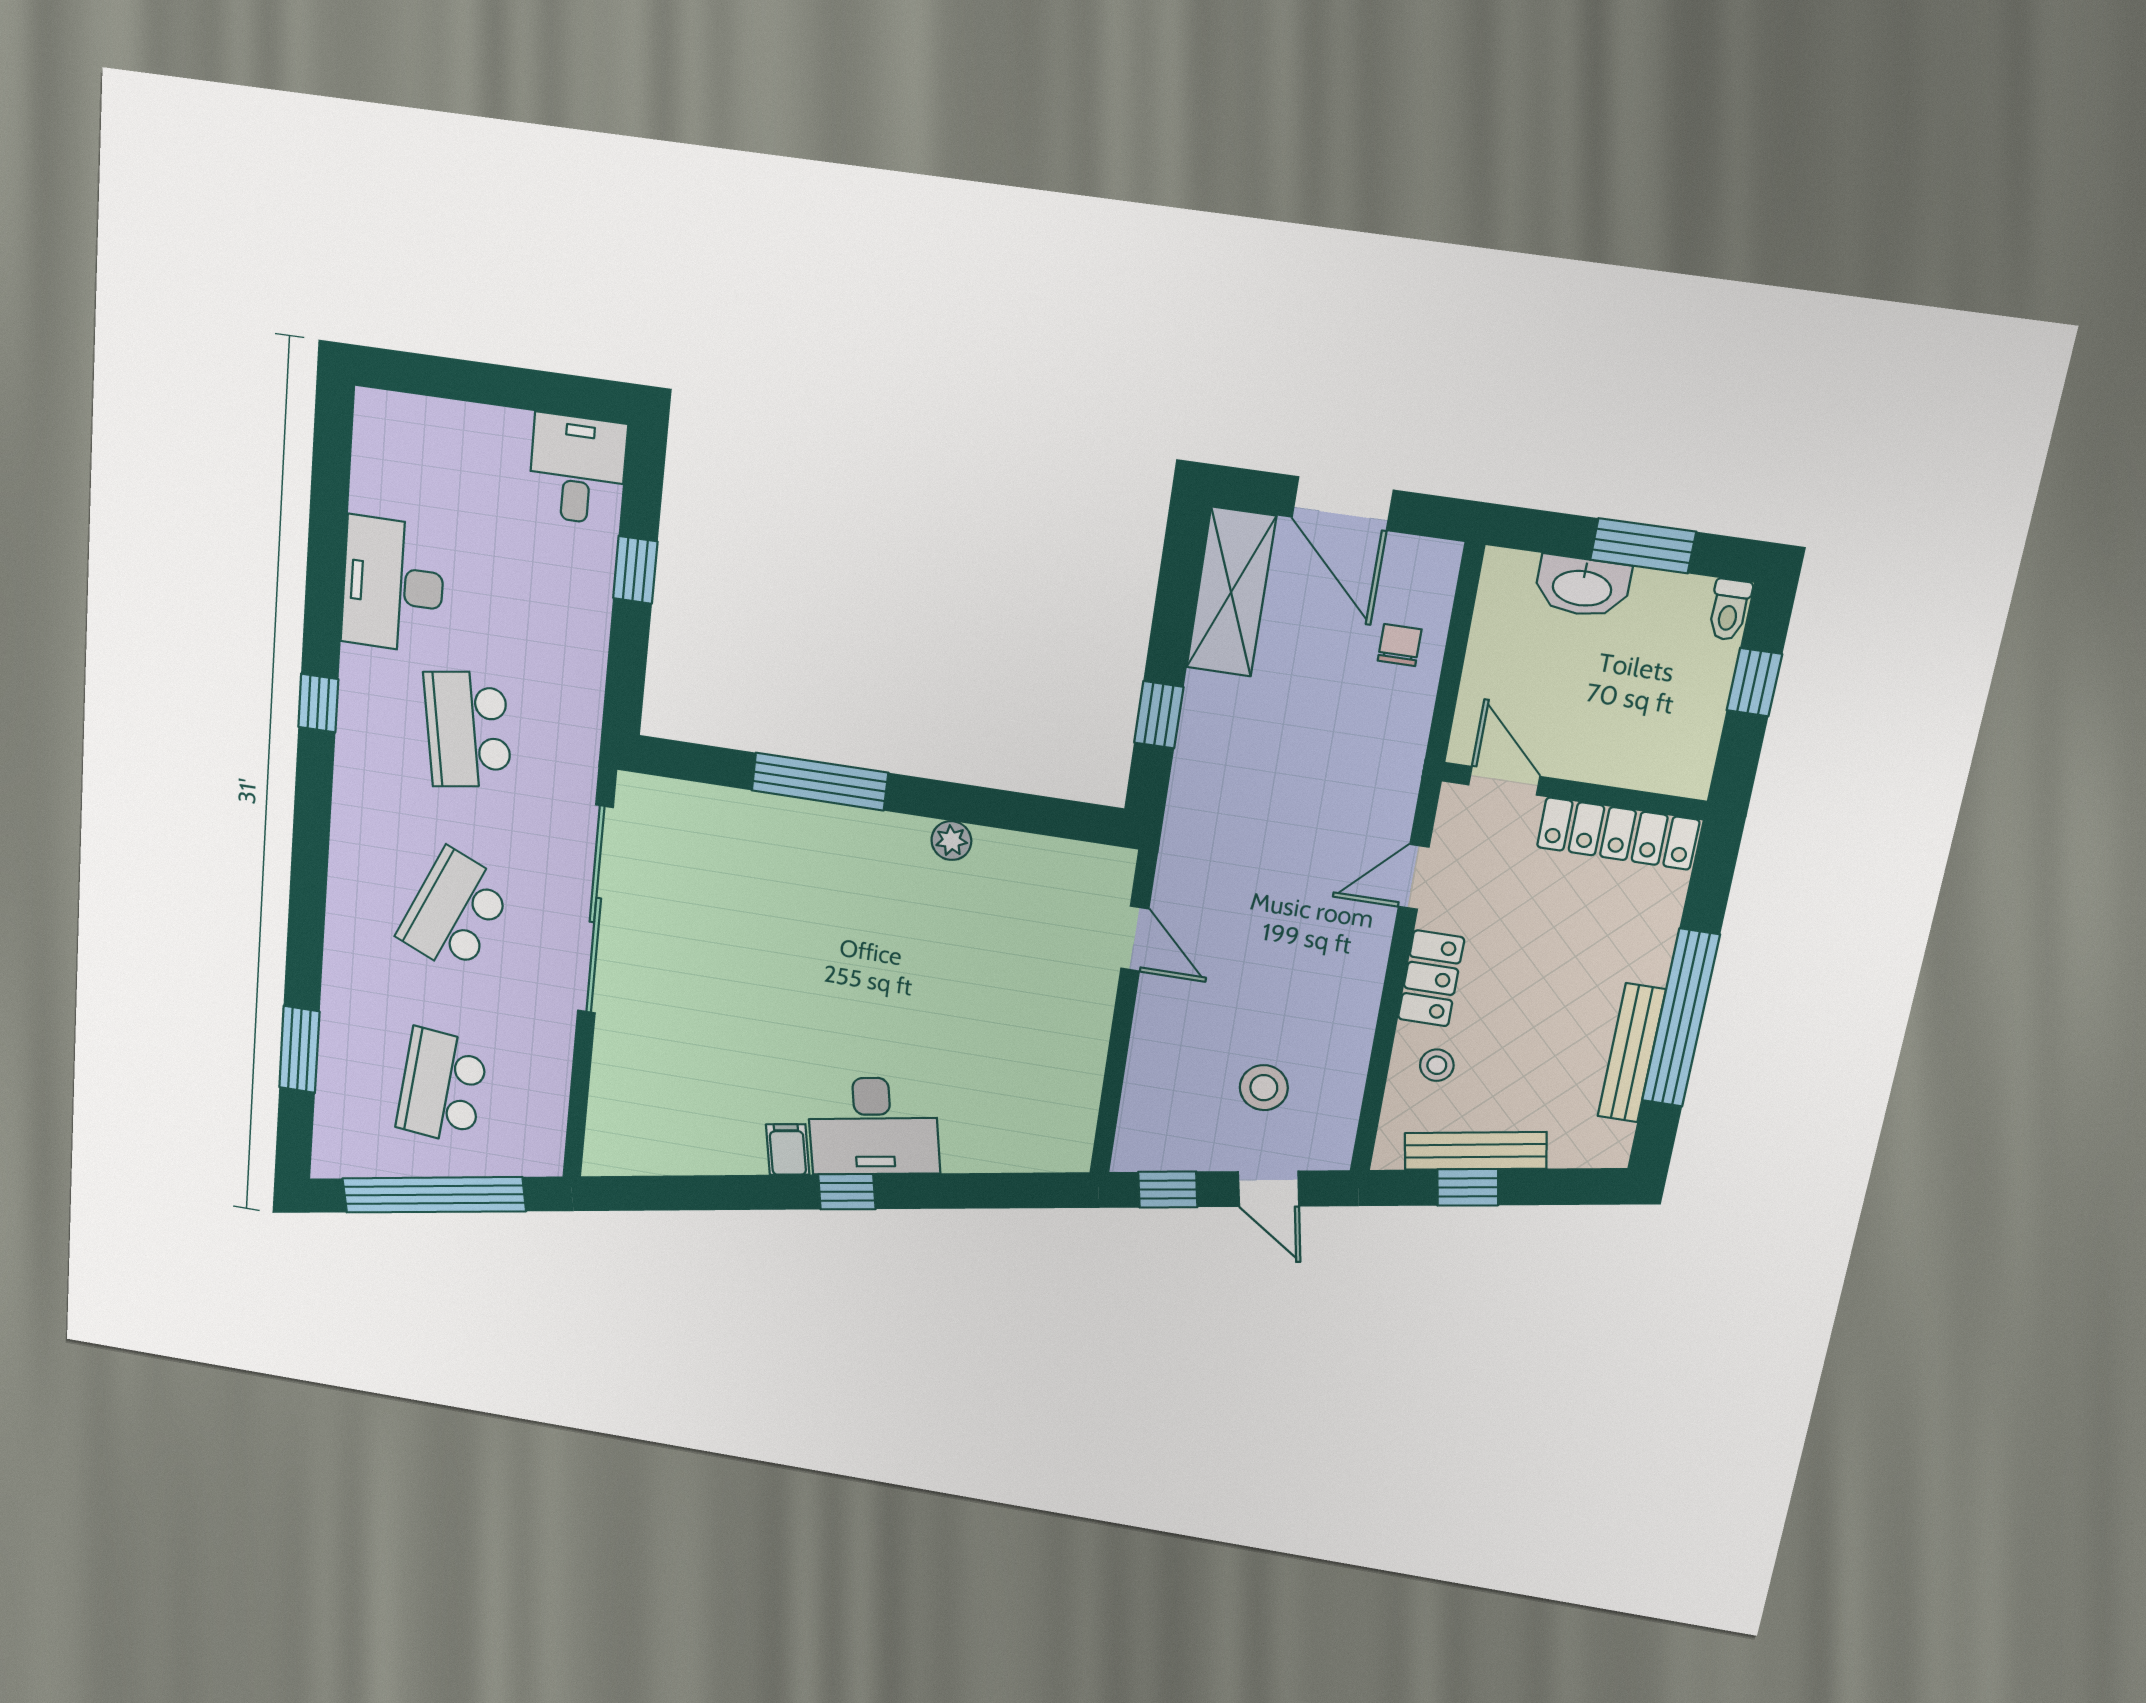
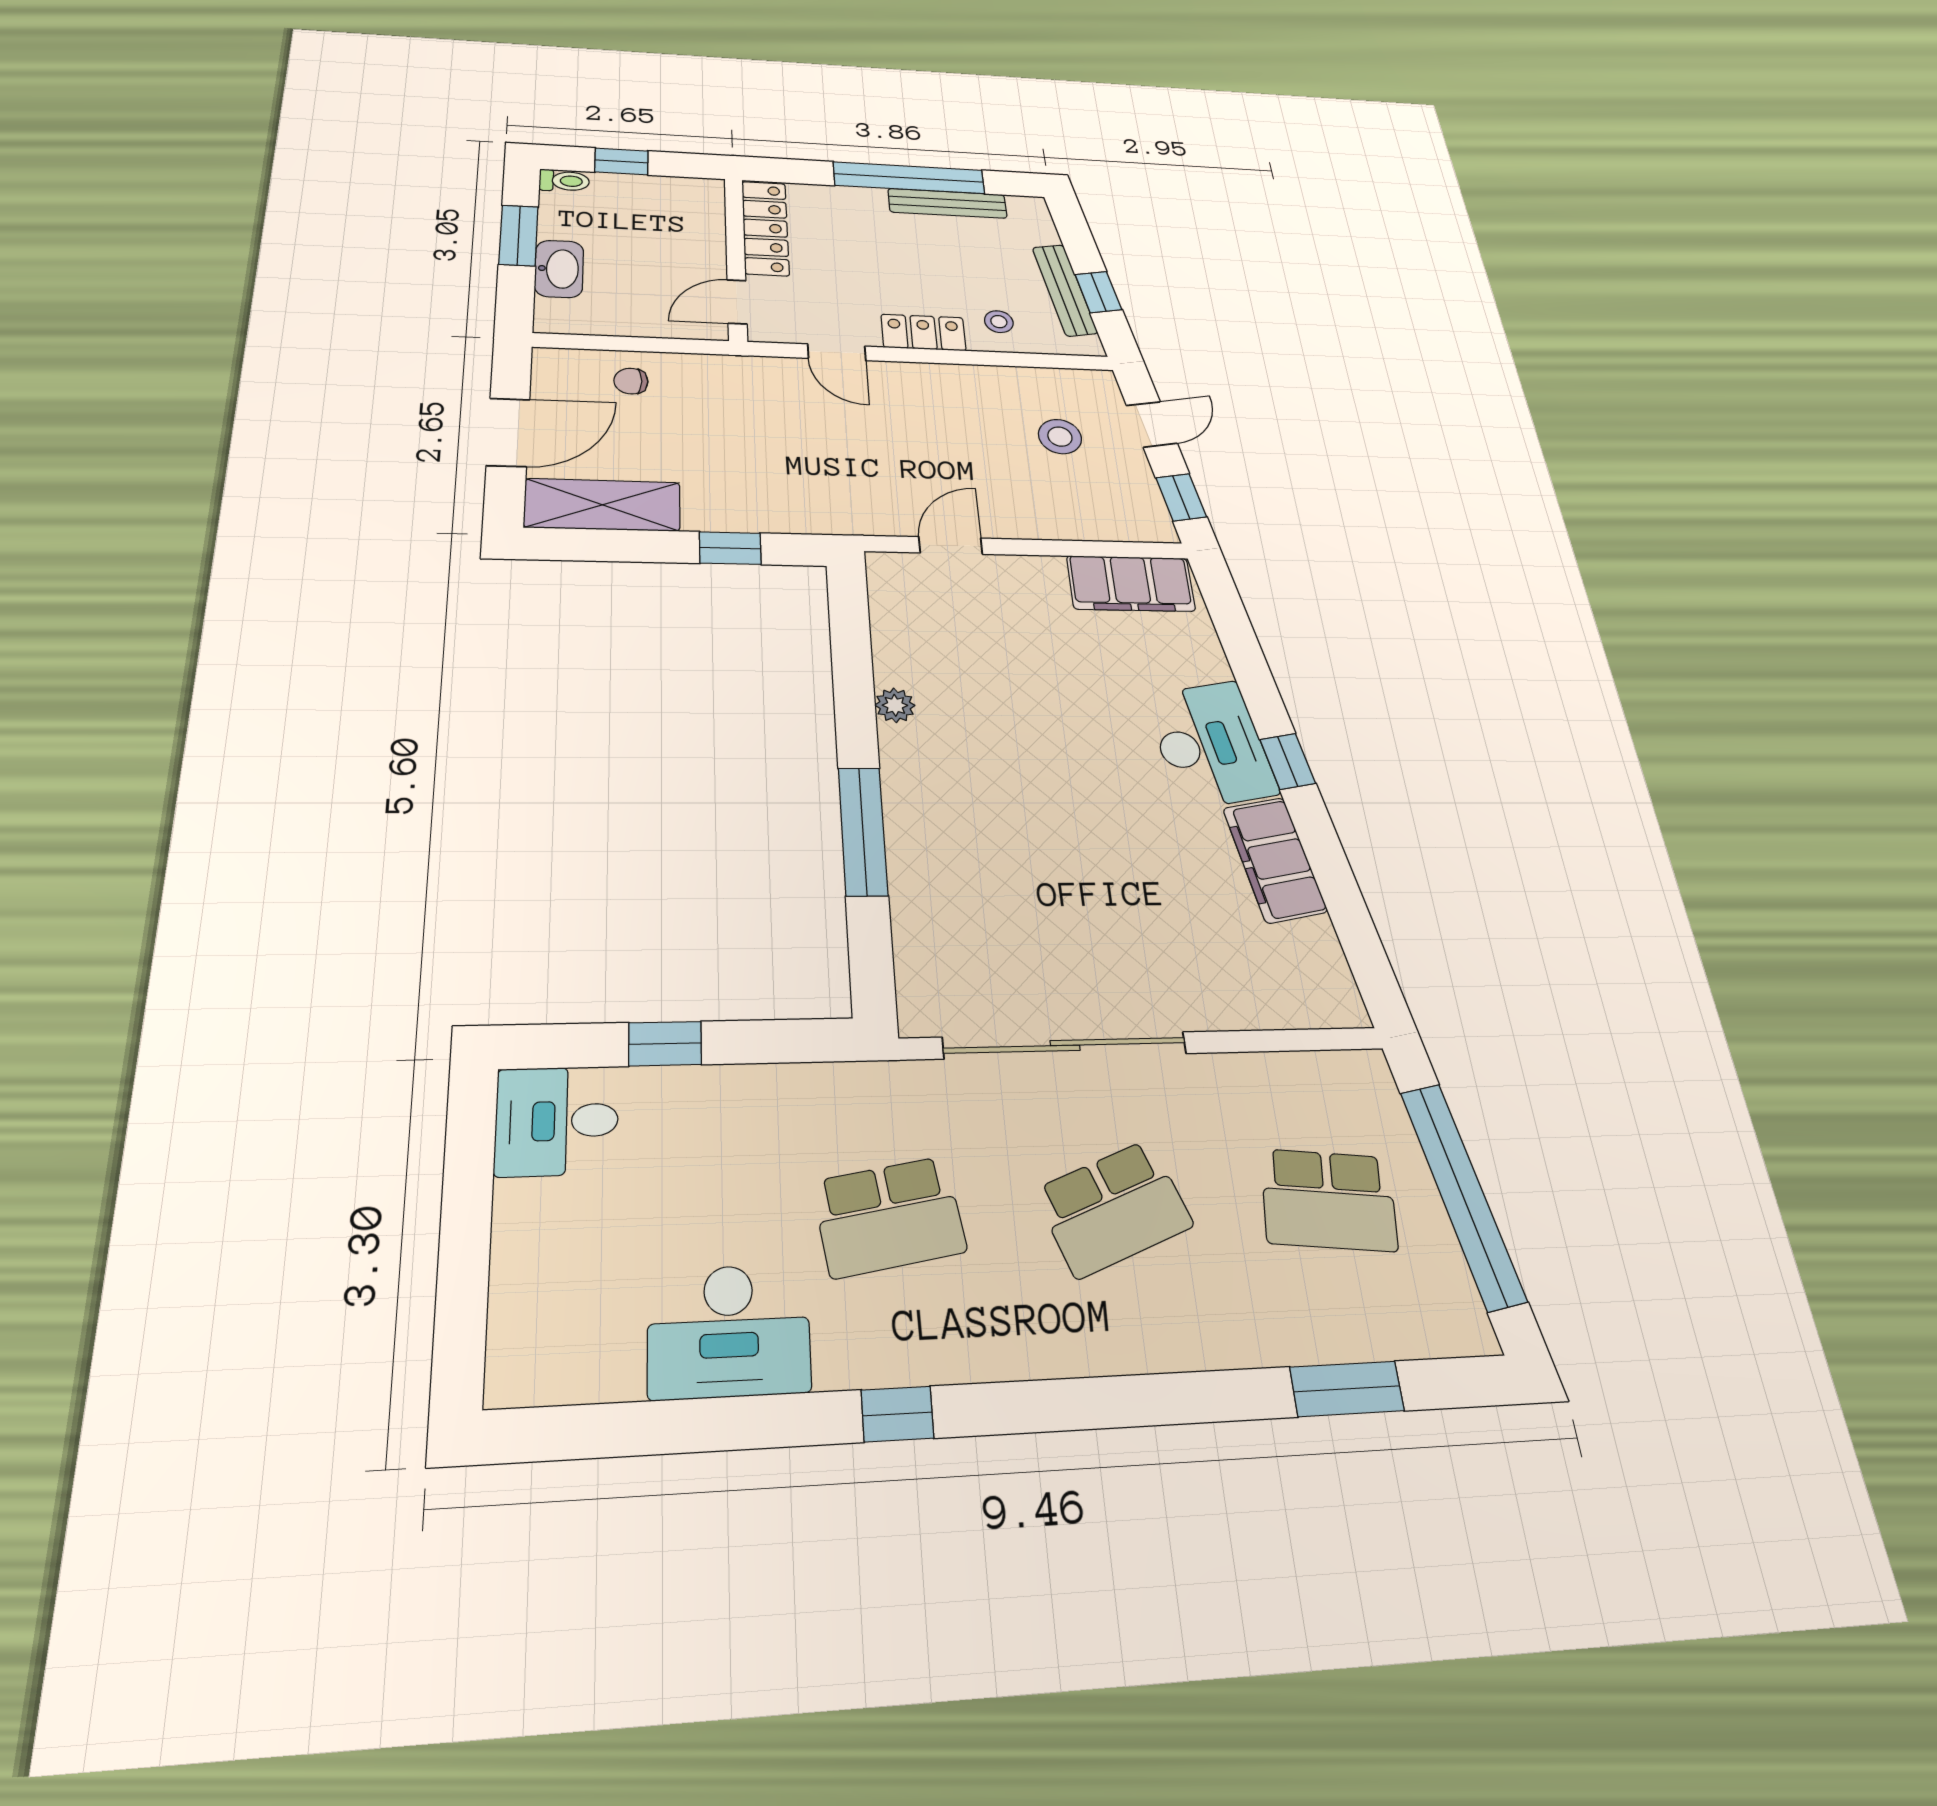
school desk: (455, 912) -> (1114, 1208), turned -45
filing cabinet: (1066, 1106) -> (1131, 584), added
filing cabinet: (788, 1150) -> (1275, 860), width x3.00, depth x1.17

